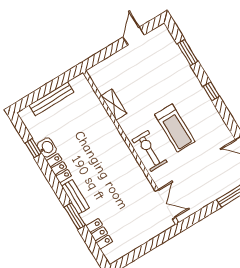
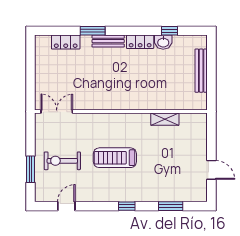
exercise bike: (150, 151) -> (62, 161), moved, turned 180
double door: (165, 204) -> (57, 112), swing flipped

